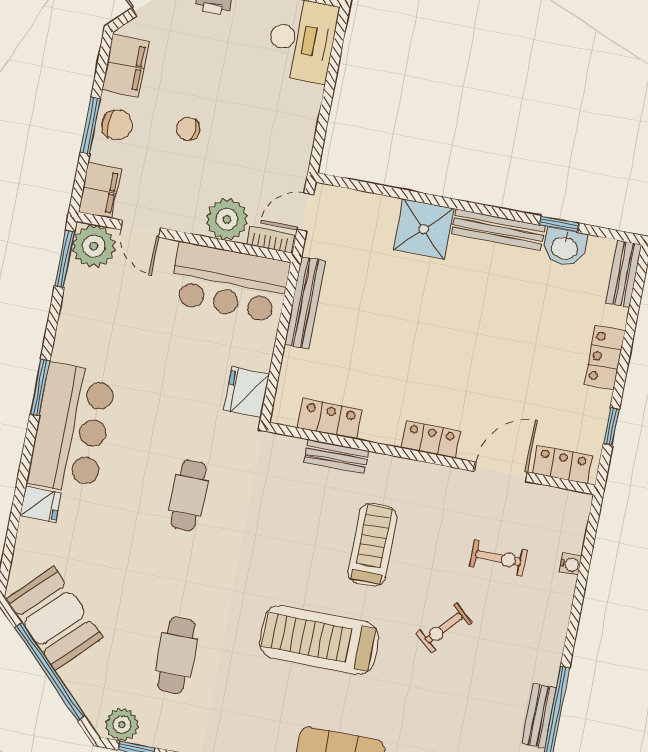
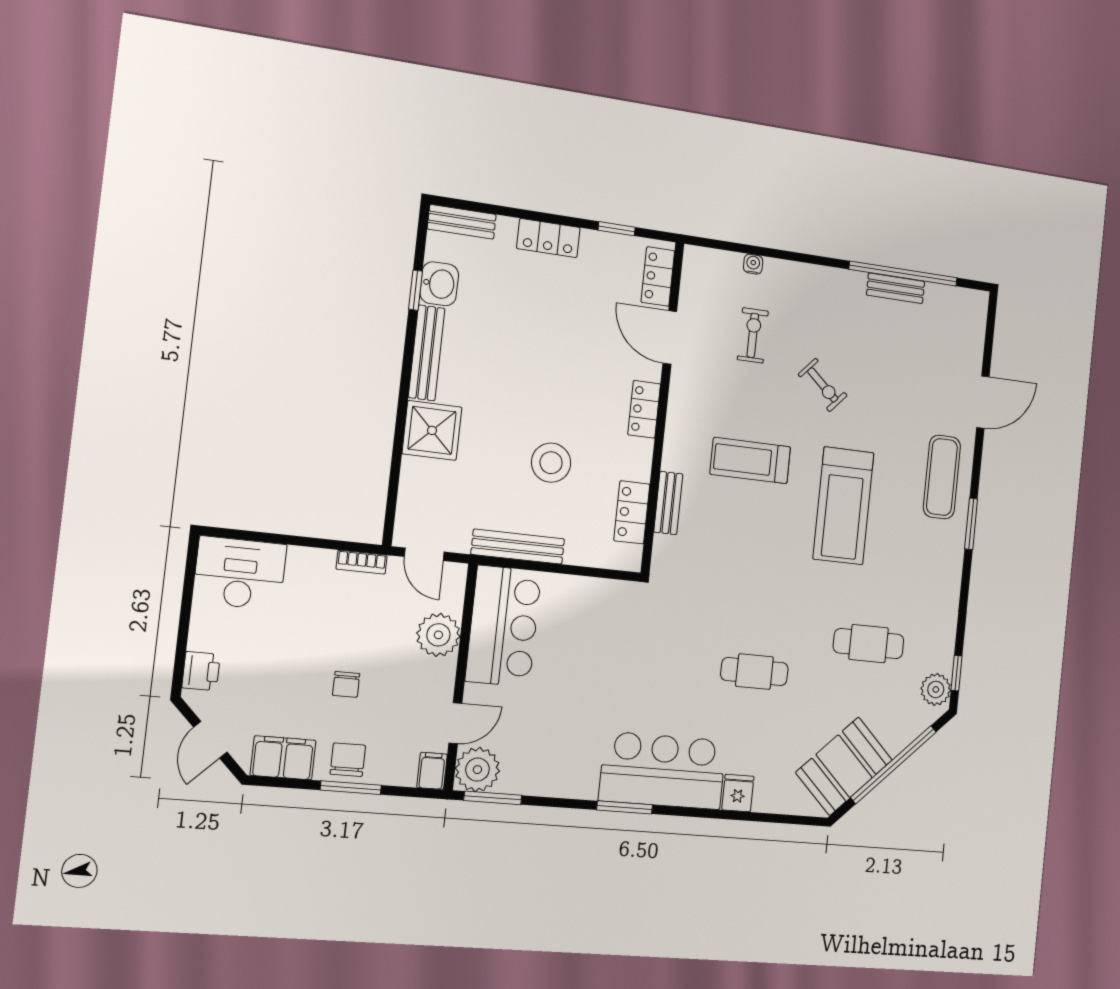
filing cabinet: (100, 190) -> (432, 771), width x0.50
bookcase: (270, 240) -> (362, 562), moved, turned -90
stool: (384, 342) -> (551, 463), added
fridge: (247, 392) -> (612, 598), removed
cafe table: (188, 495) -> (754, 672), moved

